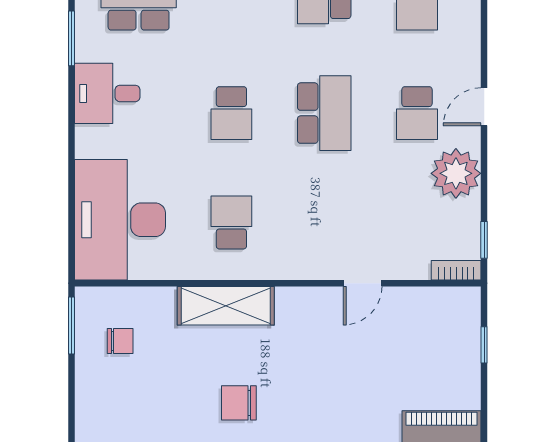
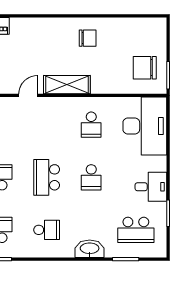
school desk: (231, 113) -> (91, 177), turned 180
shelving: (226, 306) -> (67, 85), moved
chair: (120, 341) -> (145, 68), width x1.87, depth x1.87

